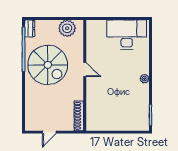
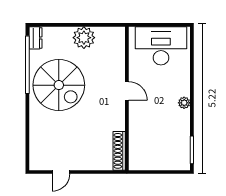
door: (85, 69) -> (127, 91), moved
wall: (85, 75) -> (127, 98), moved
shoe rack: (79, 116) -> (119, 151), moved

